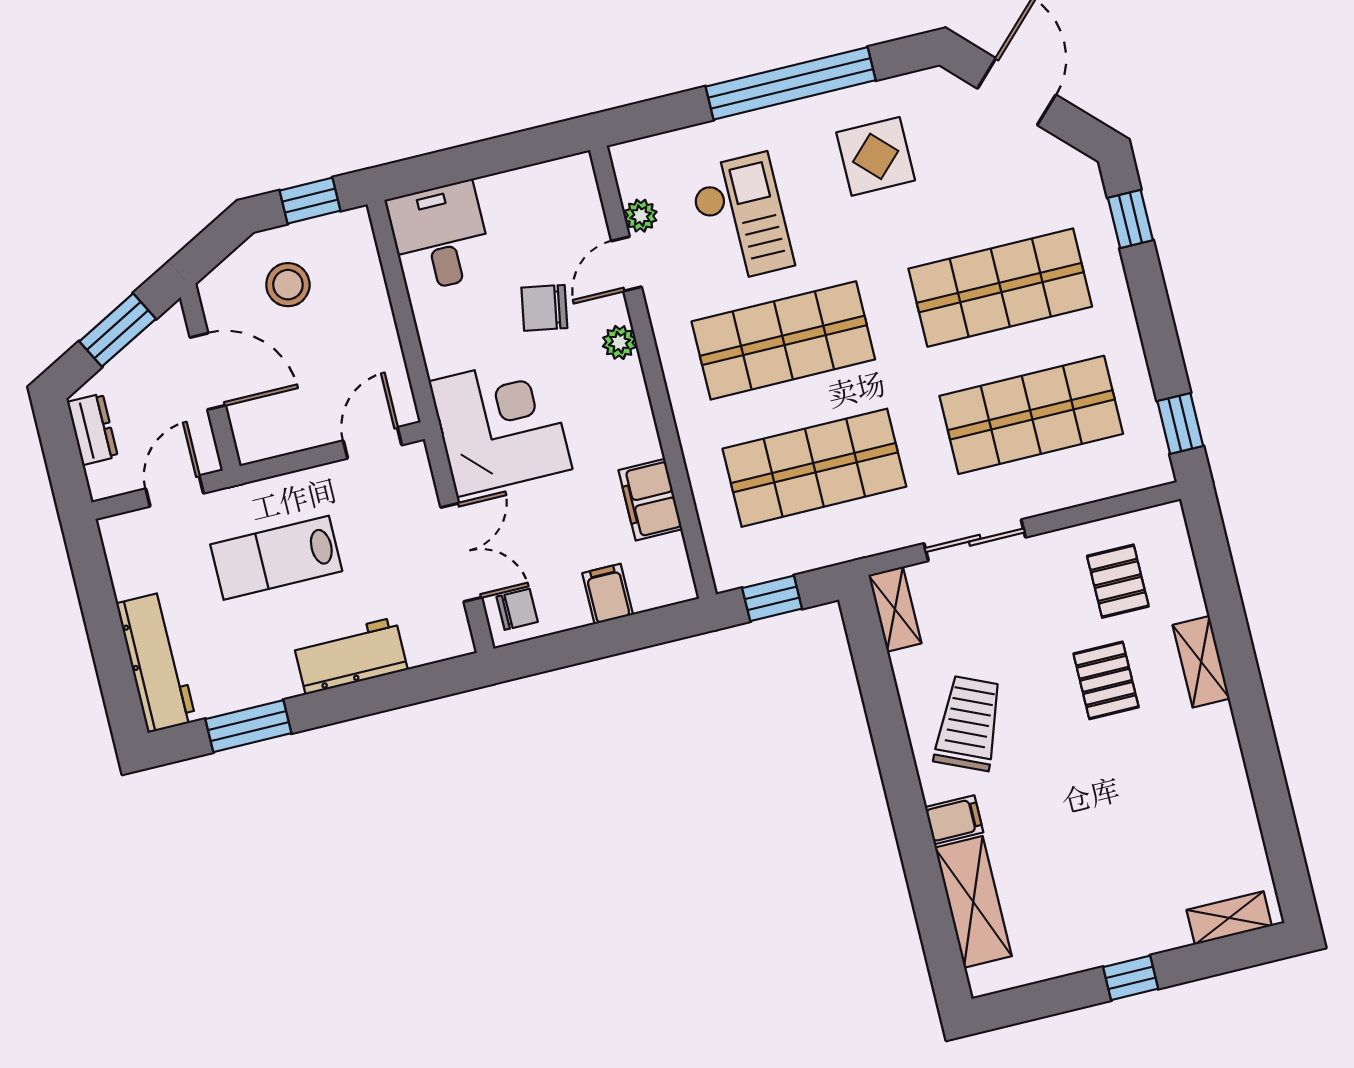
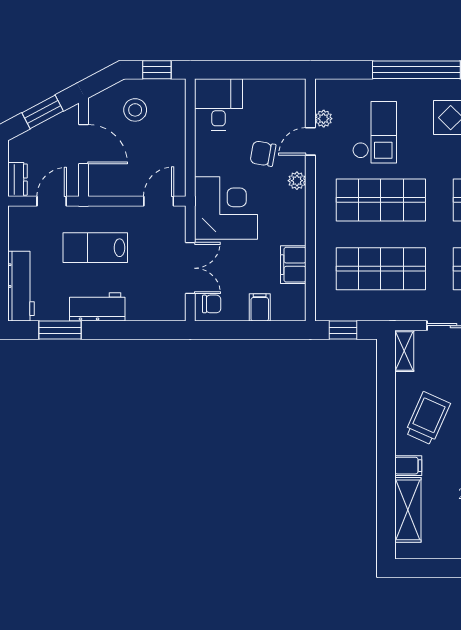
dresser: (92, 429) -> (17, 180), moved
workbench: (350, 656) -> (97, 307), moved

